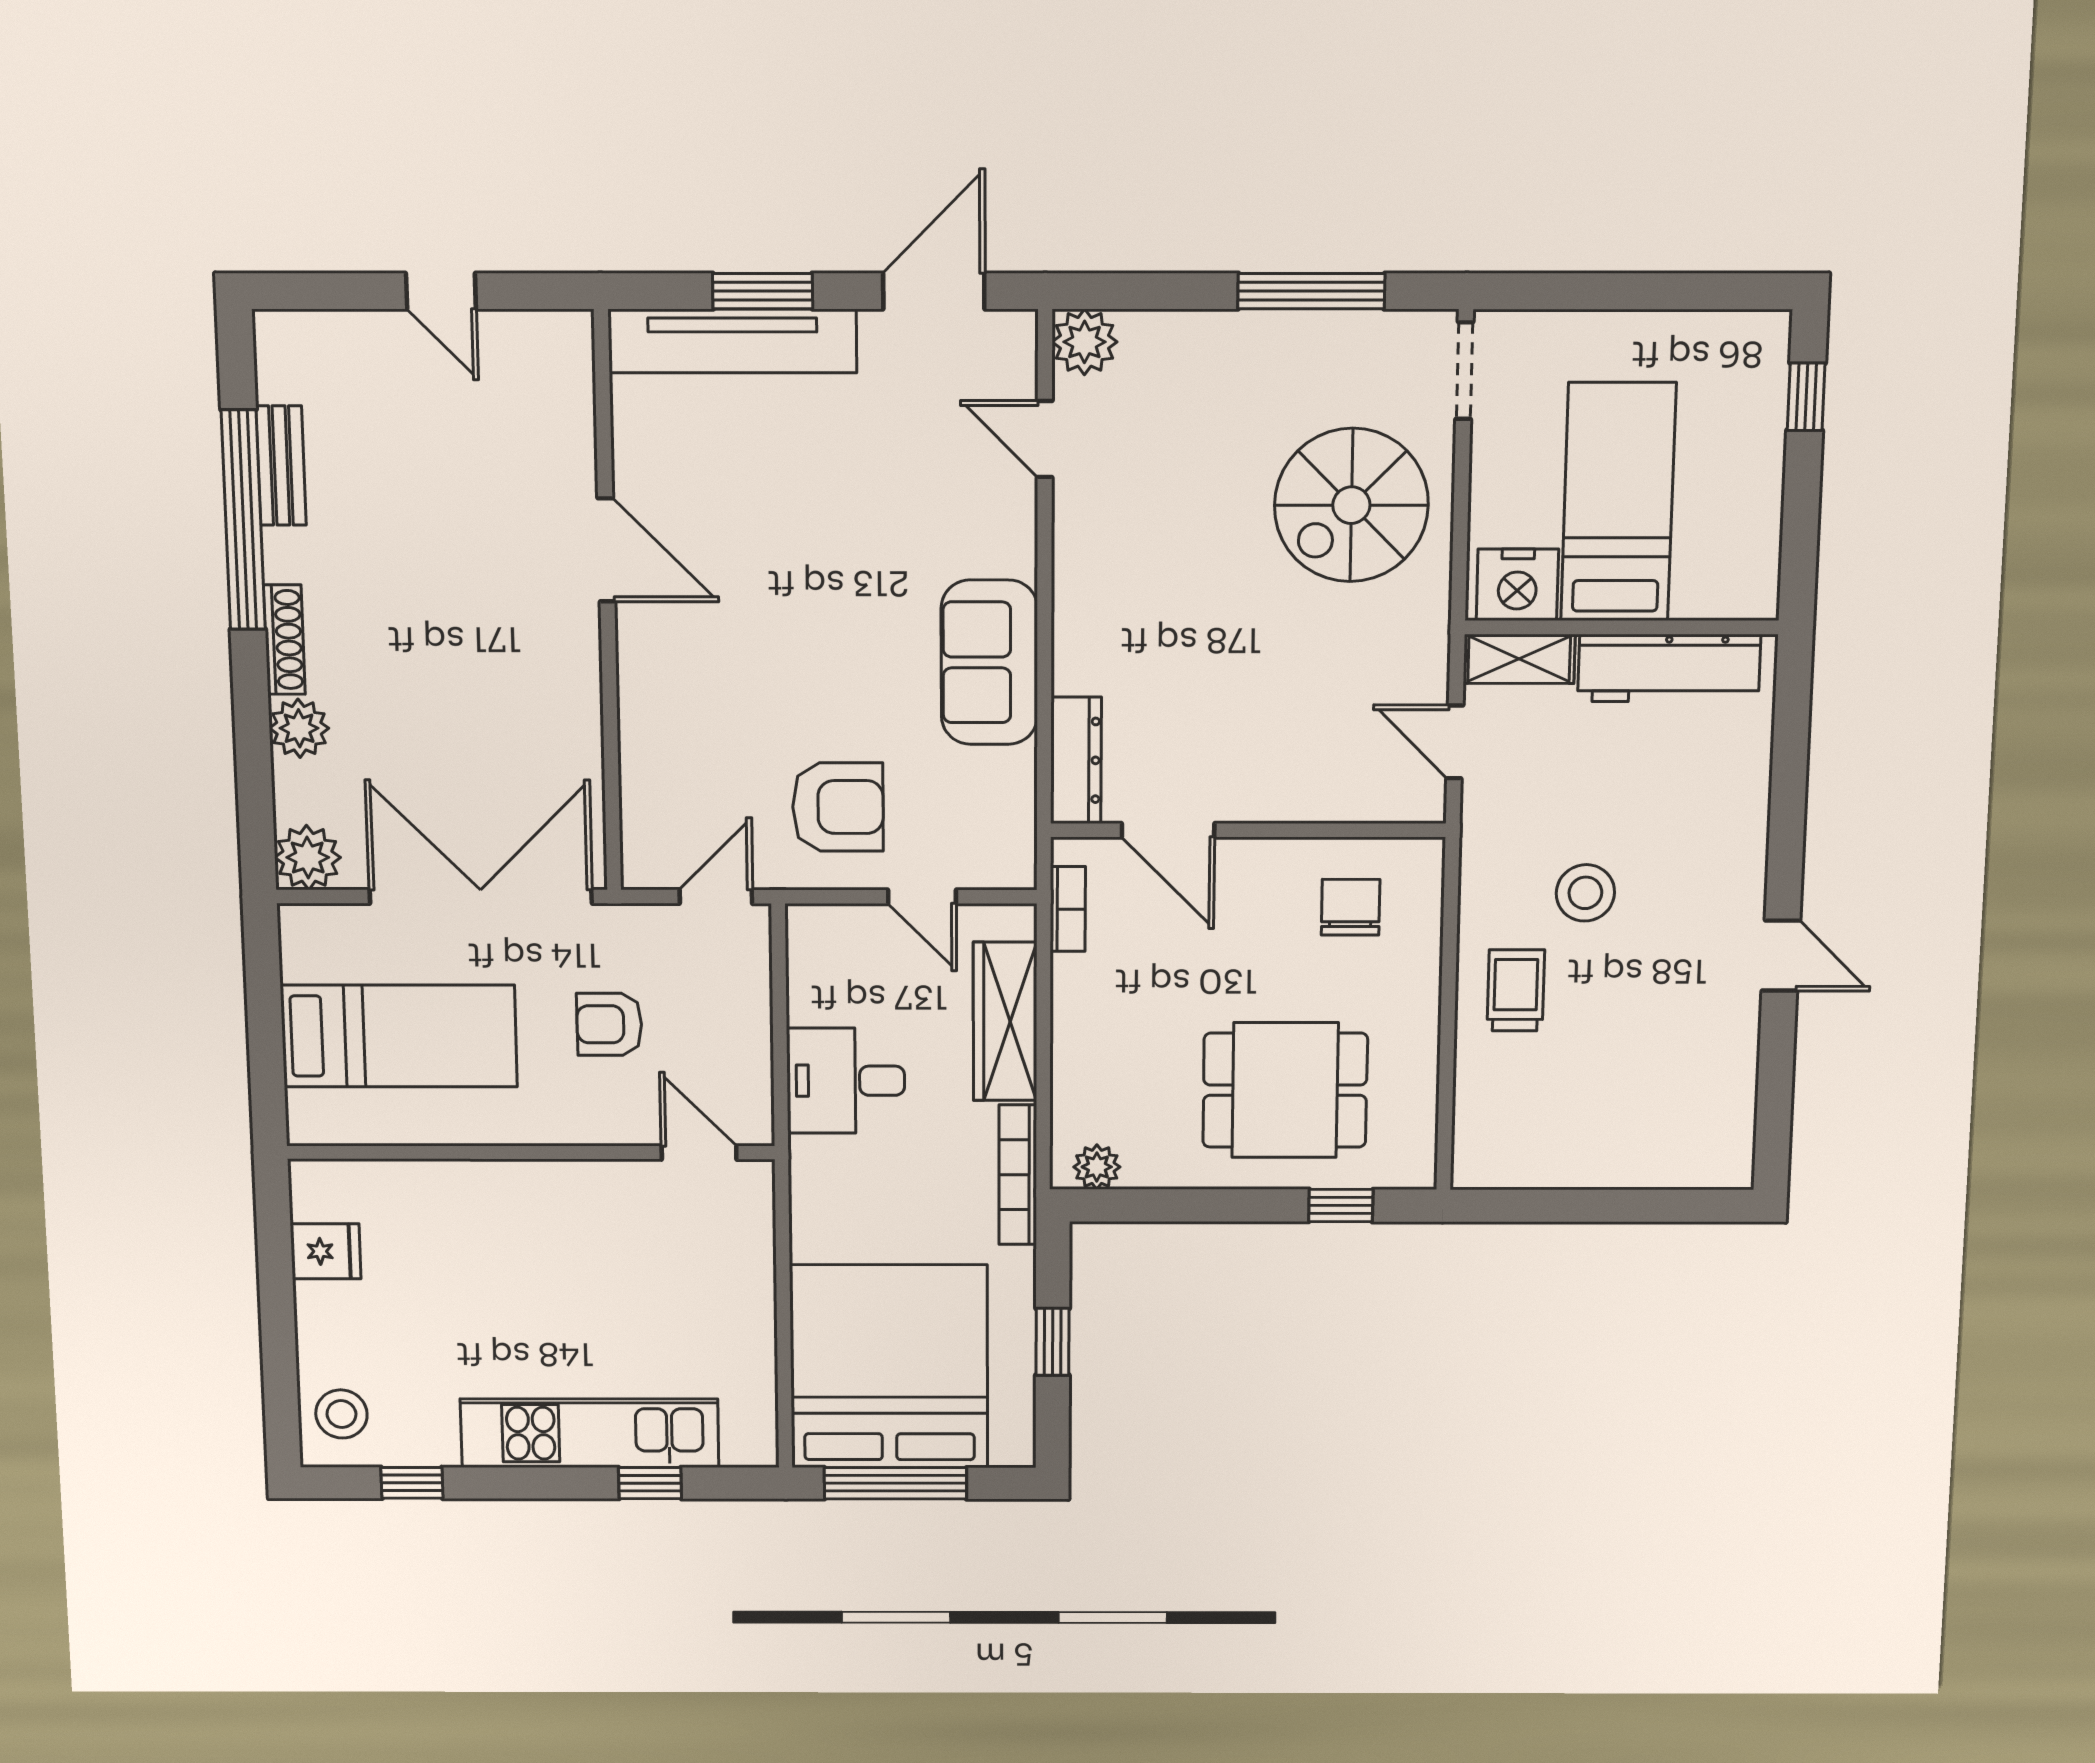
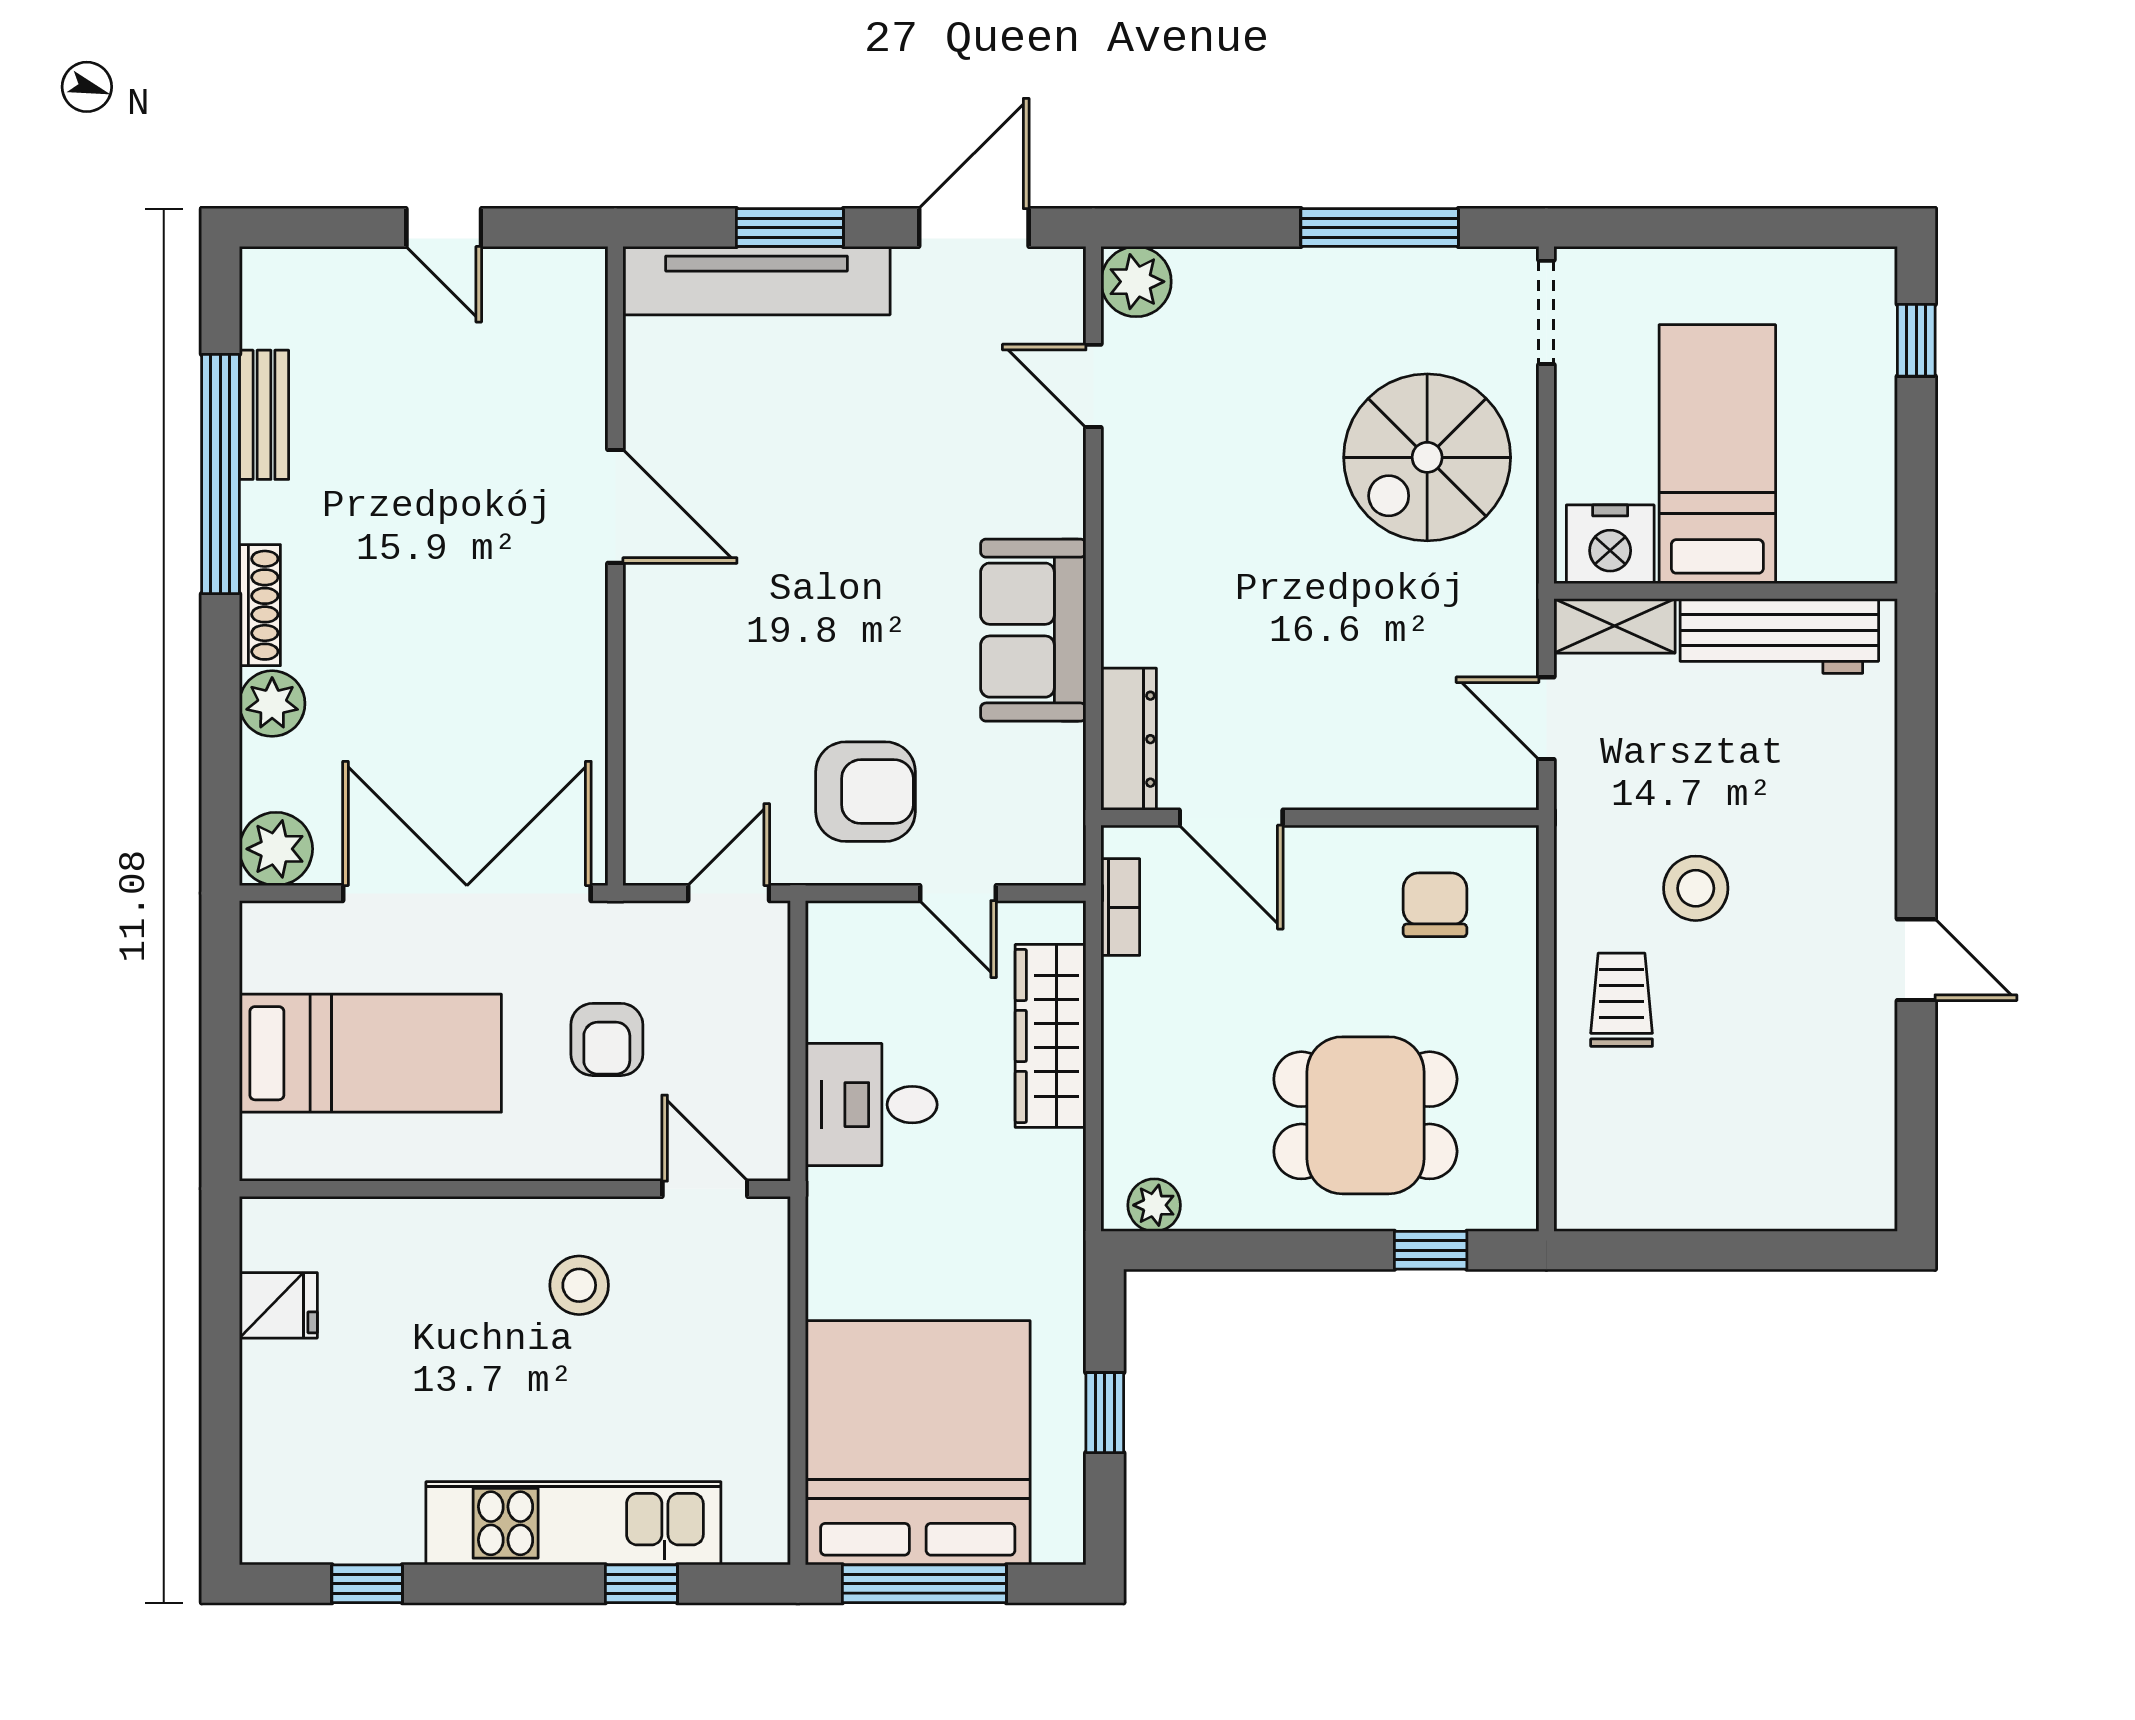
armchair: (609, 1024) -> (607, 1039), turned -90
bookcase: (1018, 1175) -> (1065, 1214), removed
stool: (341, 1414) -> (579, 1285), moved

